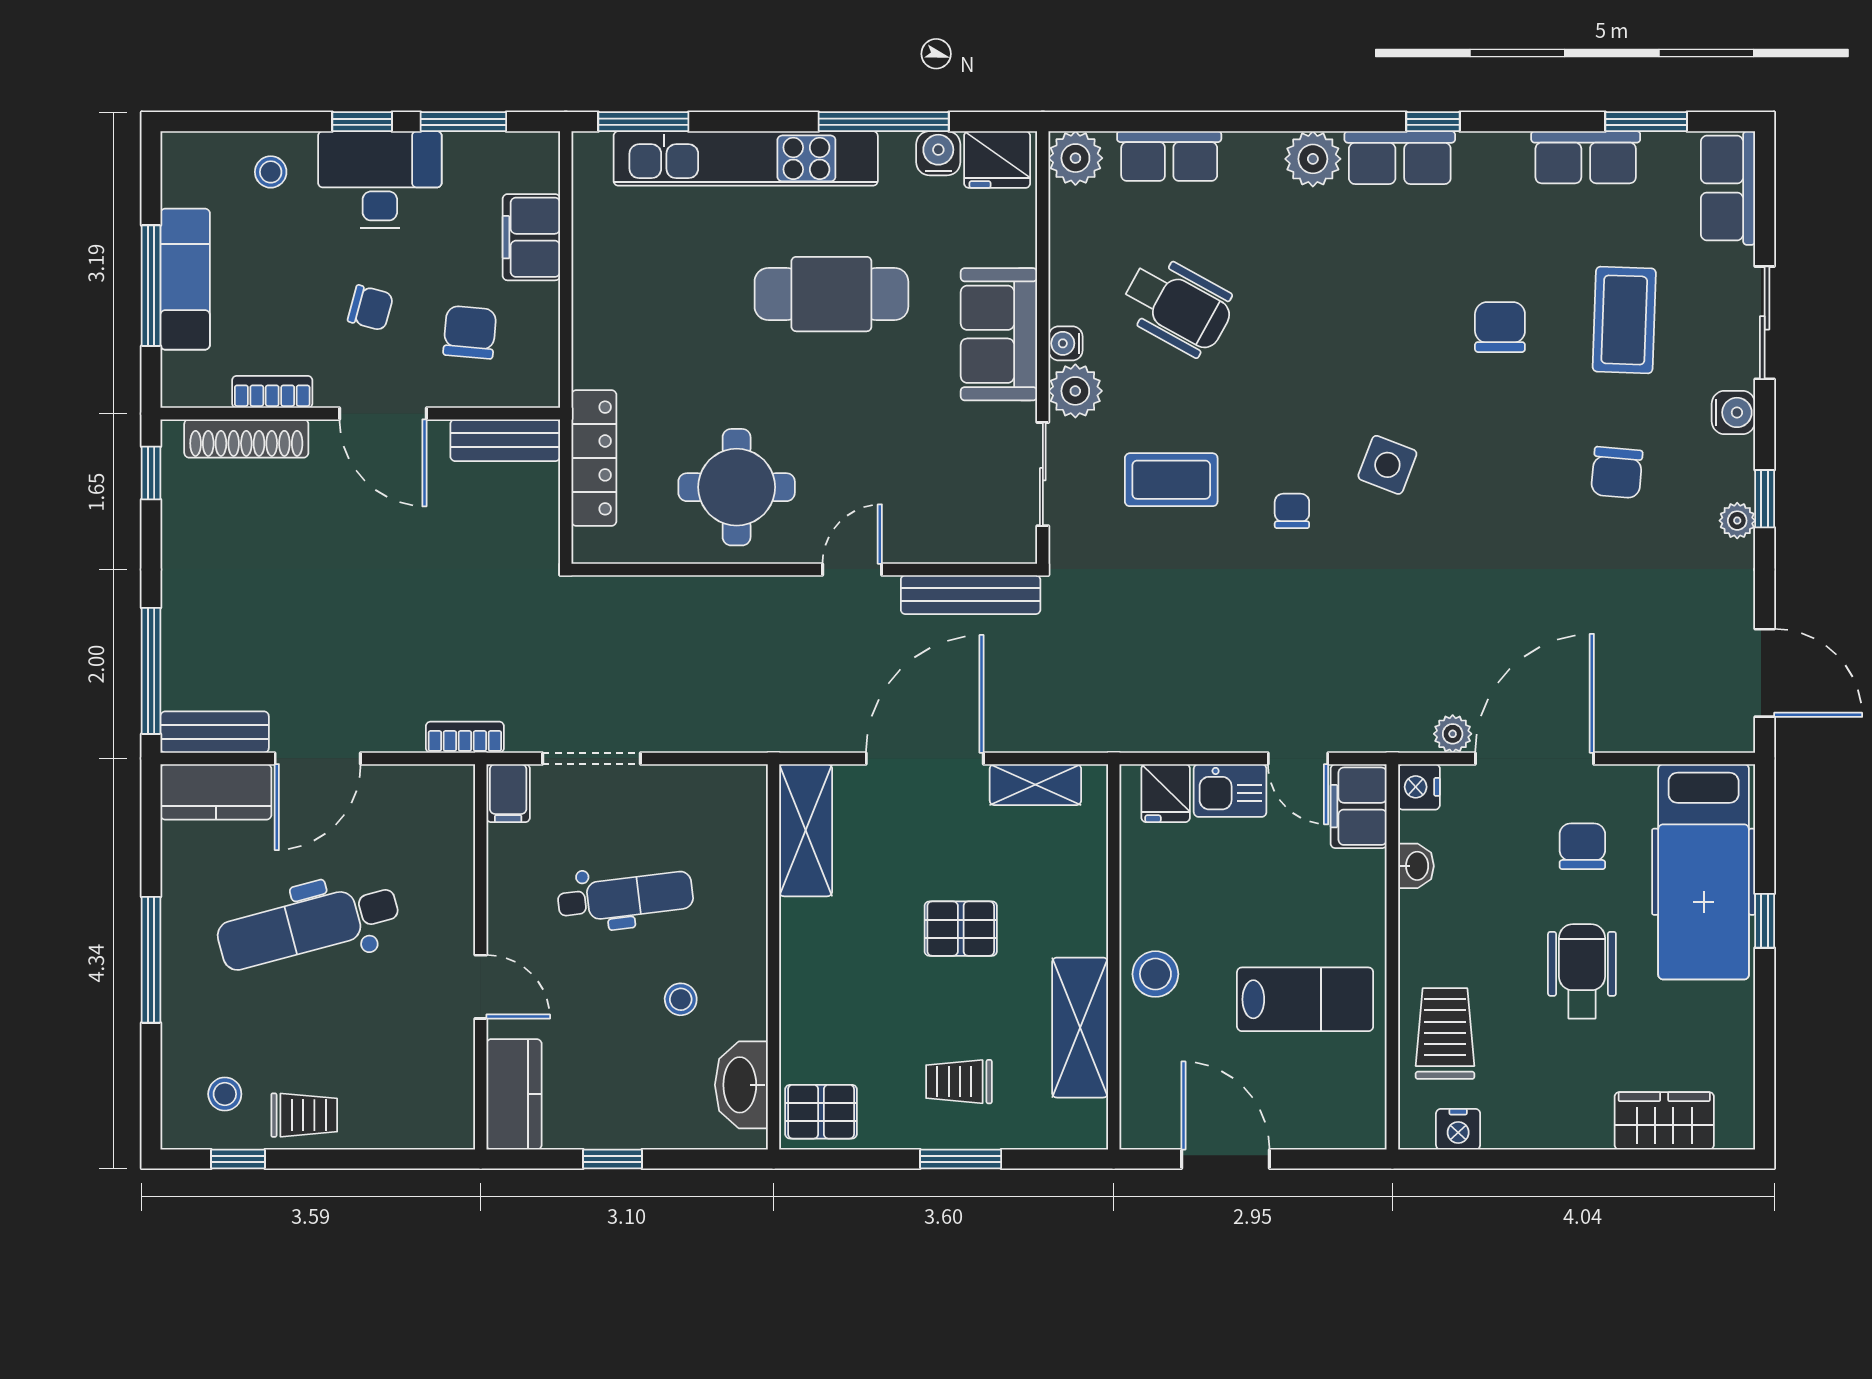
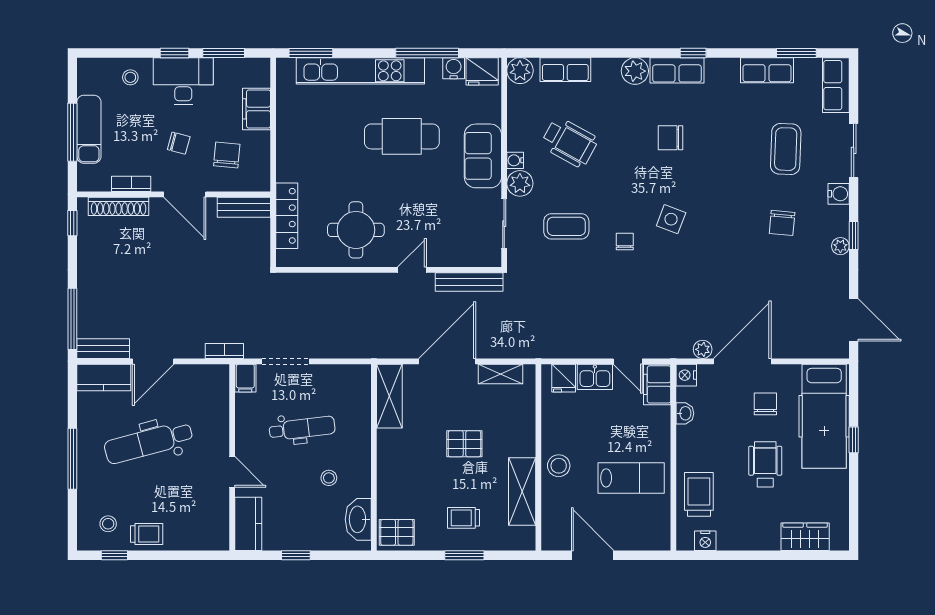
chair: (1500, 327) -> (671, 138), moved, turned -90

